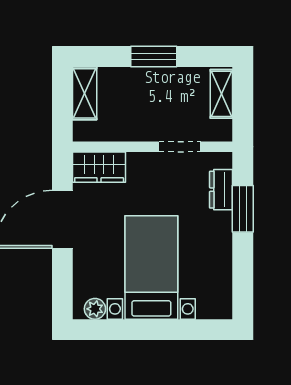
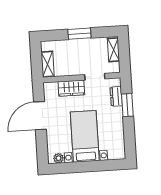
shelving: (85, 93) -> (48, 64), moved
wardrobe: (99, 167) -> (71, 88), moved

